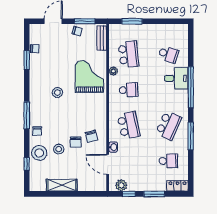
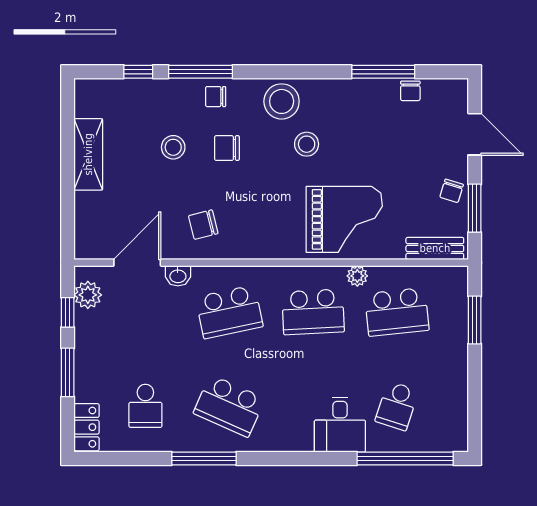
window: (27, 60) -> (383, 72), width x1.44
window: (191, 87) -> (405, 458), moved
school desk: (129, 90) -> (313, 312), width x1.85
window: (27, 115) -> (201, 72), moved
chair: (76, 142) -> (227, 148), moved
stool: (39, 153) -> (282, 101), moved

